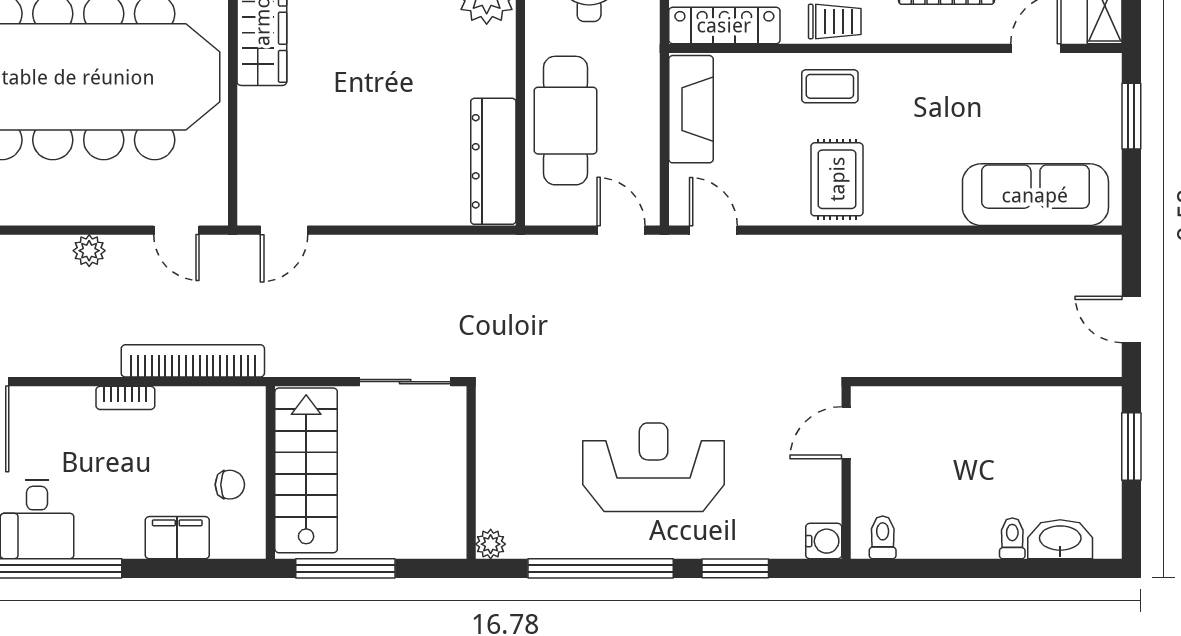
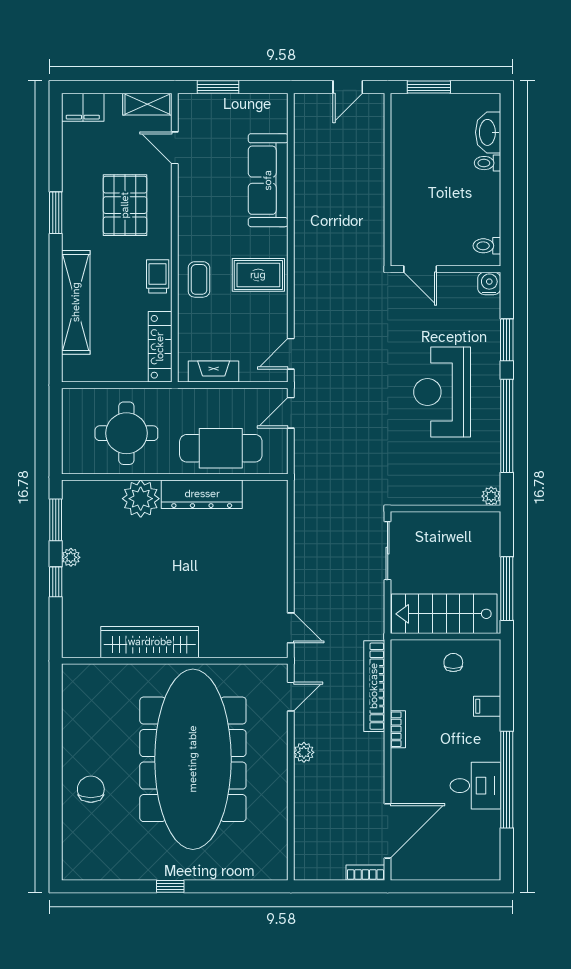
fireplace: (691, 109) -> (214, 372), width x0.73, depth x0.76
dresser: (493, 161) -> (202, 494), moved
sofa: (1035, 195) -> (268, 180), moved
filing cabinet: (177, 538) -> (487, 706), width x0.50

